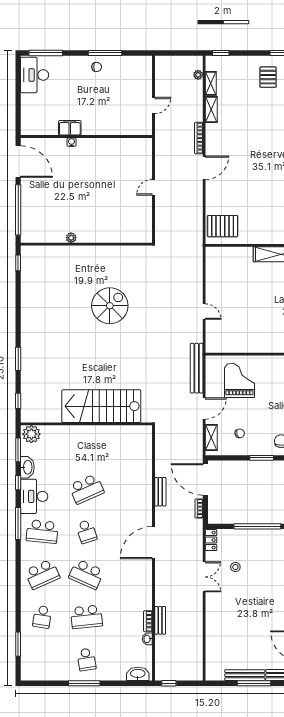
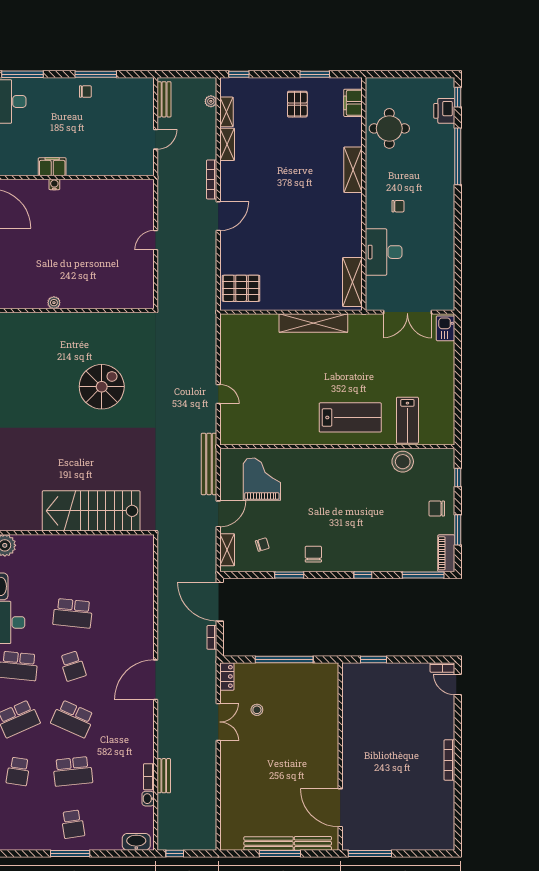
school desk: (86, 489) -> (73, 613), turned 30
bench: (160, 492) -> (164, 99), moved

